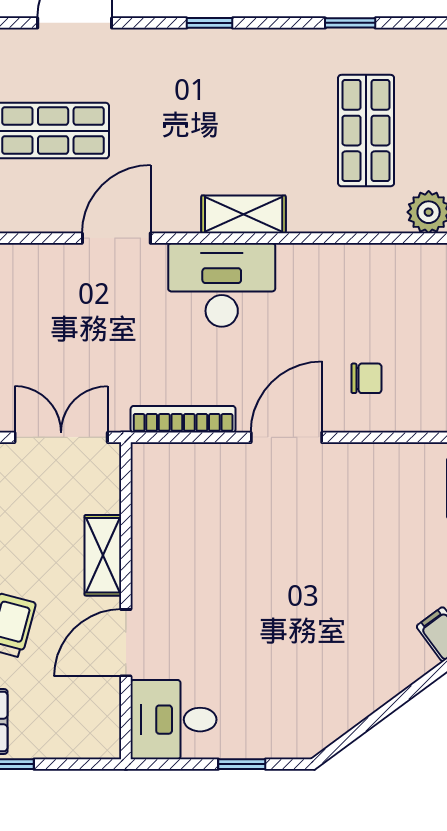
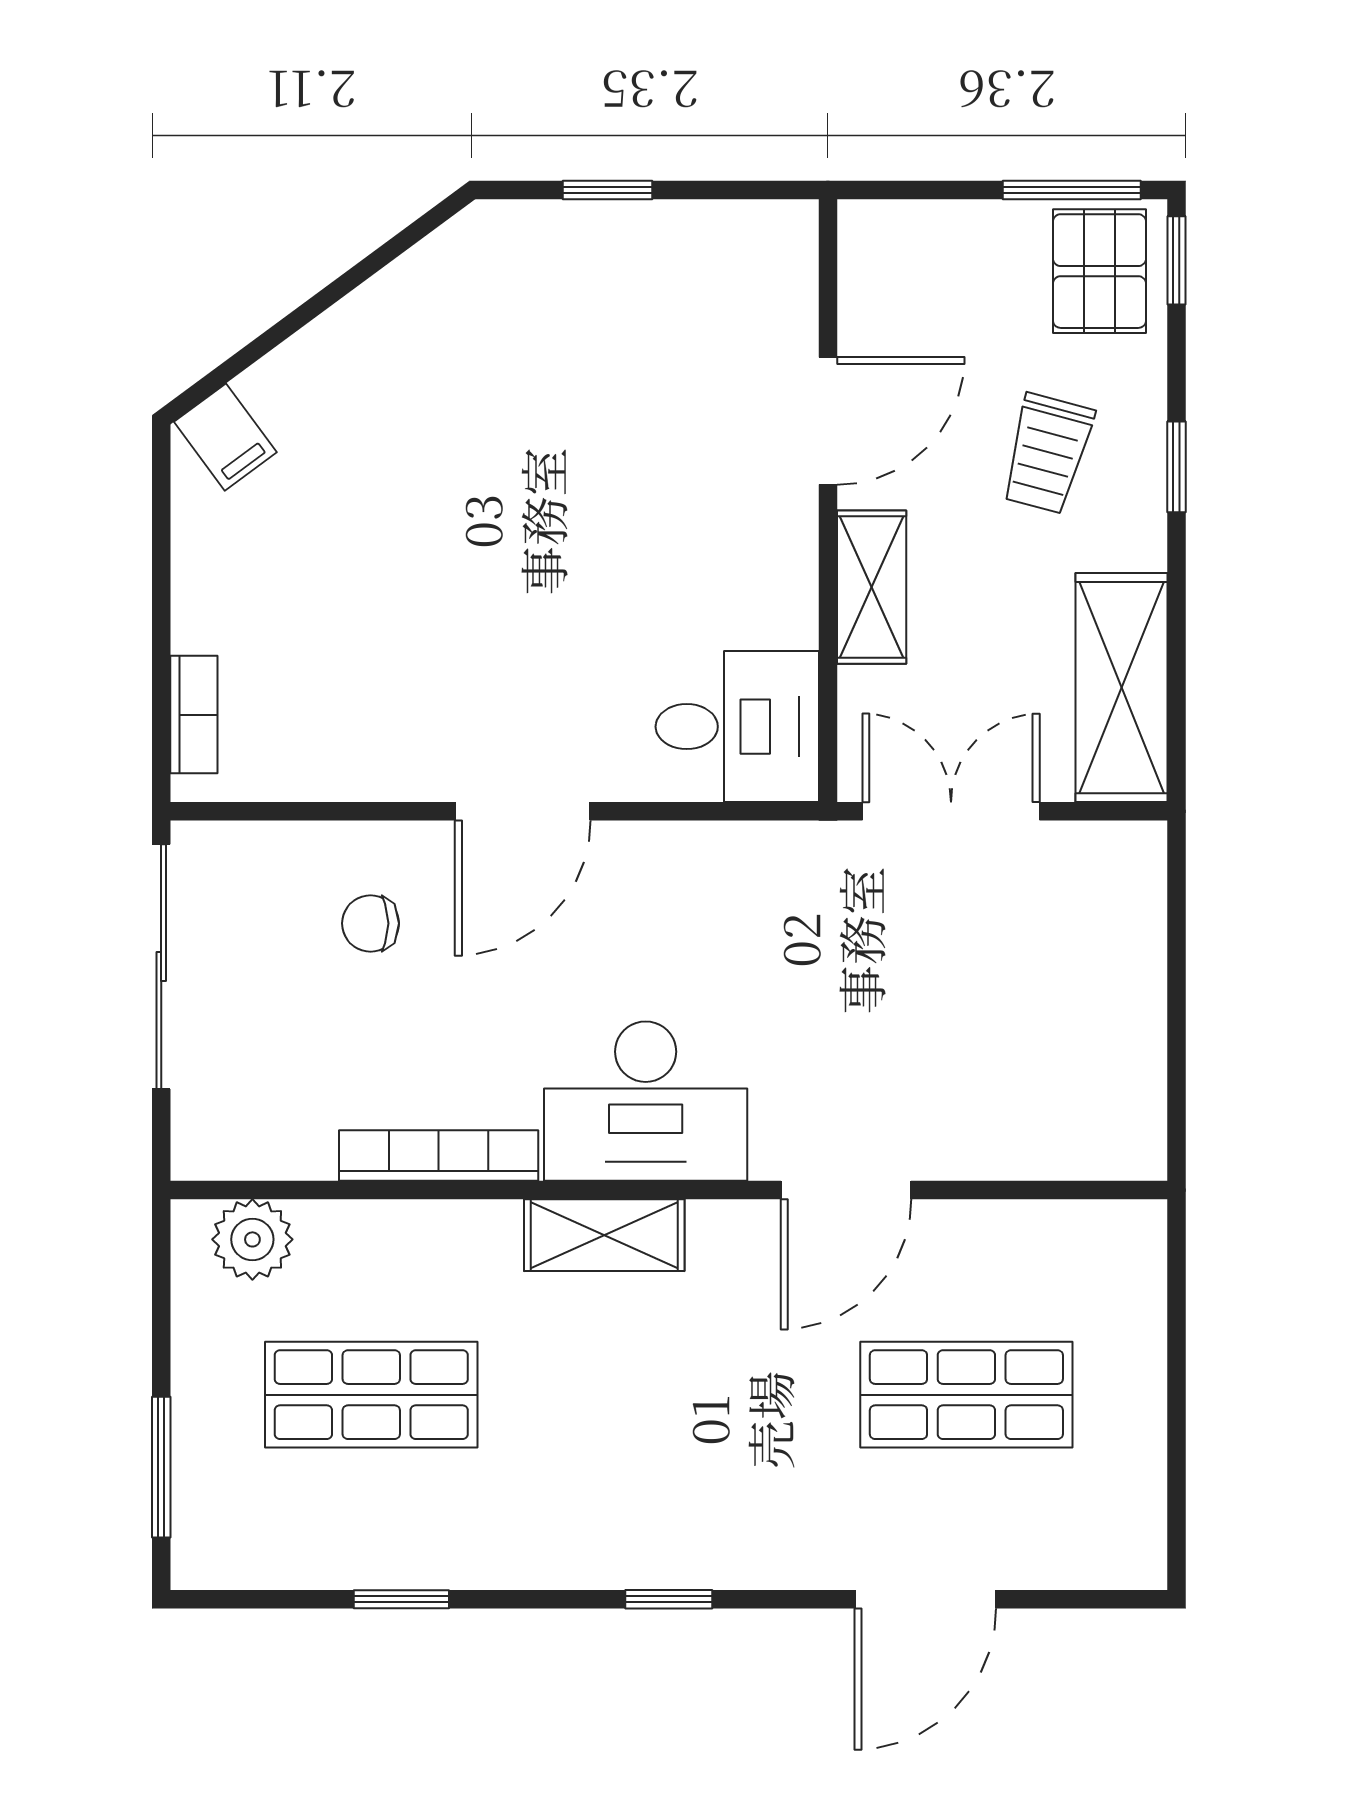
shop shelf: (366, 131) -> (371, 1395), turned 90
bookcase: (183, 419) -> (439, 1156), moved, turned 180
double door: (61, 437) -> (951, 811), swing flipped
desk: (174, 720) -> (737, 727), moved

